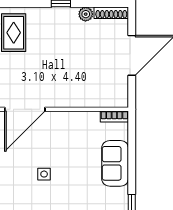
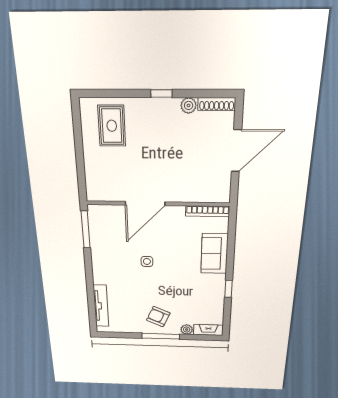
door: (25, 109) -> (145, 203), moved
bookcase: (114, 117) -> (208, 211), width x1.56

